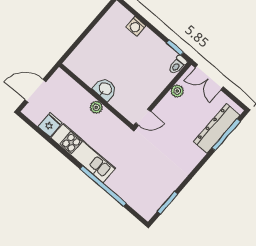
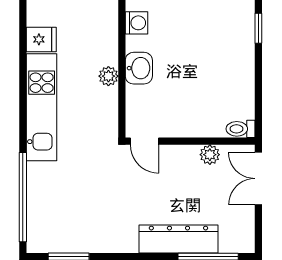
washing machine: (136, 26) -> (136, 23), moved, turned 180
window: (175, 48) -> (258, 28), moved
dresser: (217, 128) -> (178, 239), moved
window: (103, 186) -> (23, 197), moved

